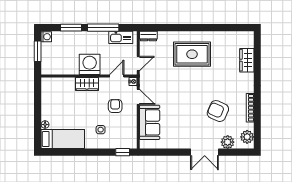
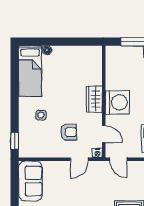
sofa: (150, 122) -> (30, 181), moved, turned -90

